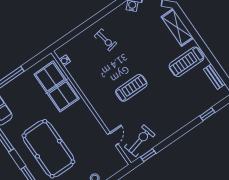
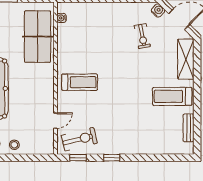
exercise bike: (106, 40) -> (142, 36), moved
treadmill: (131, 88) -> (80, 82), moved
window: (207, 114) -> (112, 158), moved

